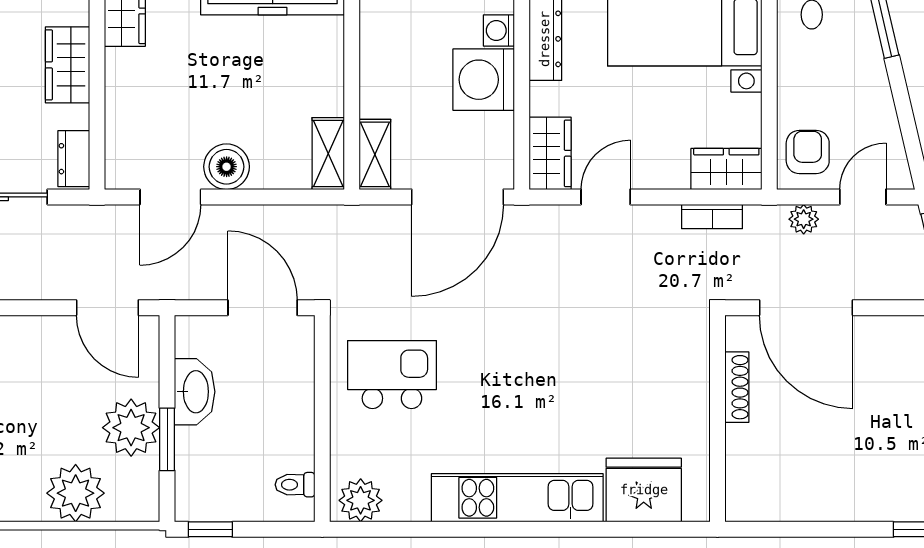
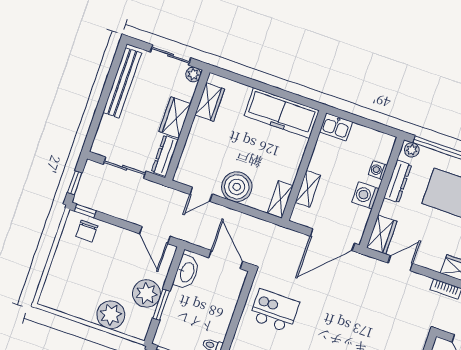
washing machine: (484, 80) -> (365, 195), width x0.73, depth x0.73
shelving: (375, 154) -> (308, 189), moved
dresser: (74, 159) -> (165, 156), width x1.44
boiler: (227, 167) -> (237, 187), width x1.37, depth x1.37
door: (170, 197) -> (201, 194), width x0.73
washbasin: (195, 392) -> (187, 272), moved

